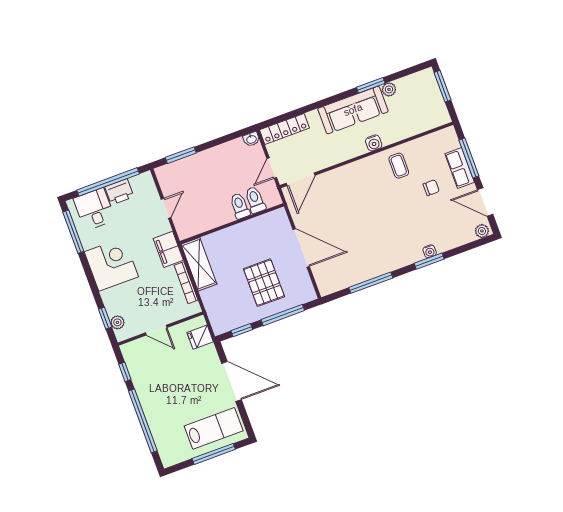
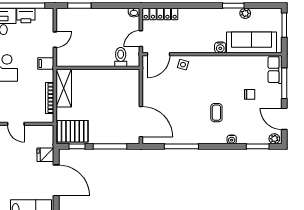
sofa: (353, 110) -> (252, 42), moved, turned 180
coffee table: (399, 166) -> (216, 113), moved
row of seats: (460, 168) -> (275, 70), moved
side table: (335, 181) -> (183, 65), added
toilet: (240, 206) -> (108, 57), removed
door: (301, 248) -> (141, 122), moved
filing cabinet: (168, 249) -> (46, 64), width x0.50
window: (429, 261) -> (258, 146), moved
pallet: (264, 283) -> (73, 131), moved, turned 90
fridge: (200, 337) -> (45, 155), moved

